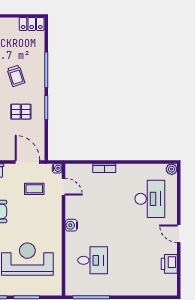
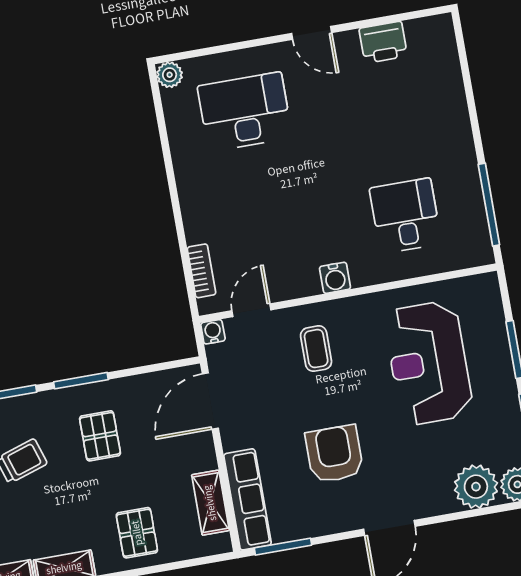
bookcase: (104, 168) -> (202, 271), moved
coffee table: (34, 189) -> (316, 349), moved
door: (179, 234) -> (312, 33), hinge flipped

